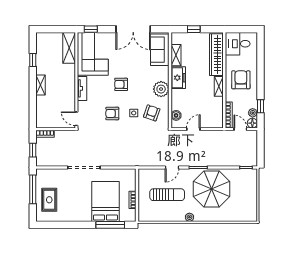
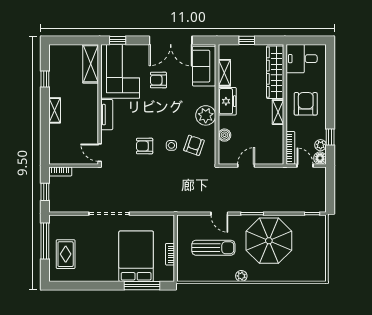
armchair: (121, 84) -> (158, 80), moved
boiler: (176, 115) -> (224, 135), moved
door: (172, 167) -> (219, 214), hinge flipped

